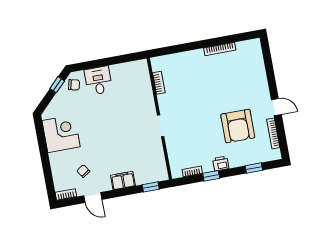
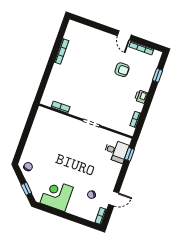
desk: (98, 81) -> (116, 151), moved, turned 180
window: (57, 85) -> (26, 189), moved
door: (276, 107) -> (124, 35), swing flipped
armchair: (238, 126) -> (122, 70), width x0.53, depth x0.53
window: (211, 176) -> (146, 108), removed
filing cabinet: (123, 181) -> (114, 171), removed

